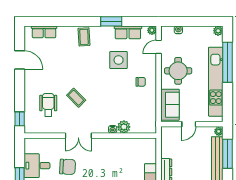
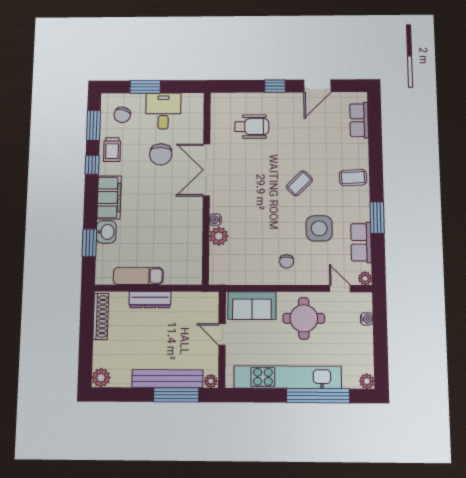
coffee table: (76, 98) -> (299, 183), moved
window: (20, 119) -> (275, 86), moved
double door: (78, 136) -> (206, 170), width x1.37

